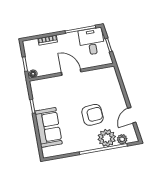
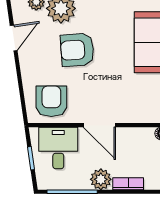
plant: (65, 40) -> (101, 179), added
desk: (92, 41) -> (58, 148), moved, turned 180
armchair: (102, 81) -> (51, 101), added

